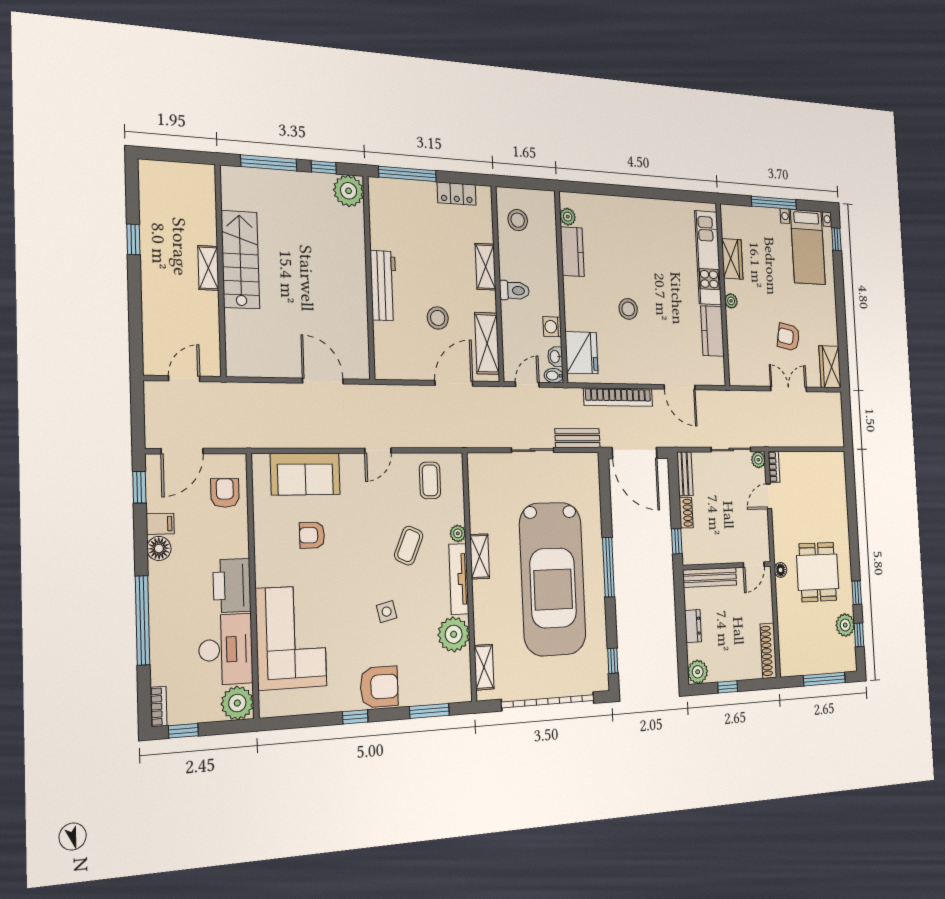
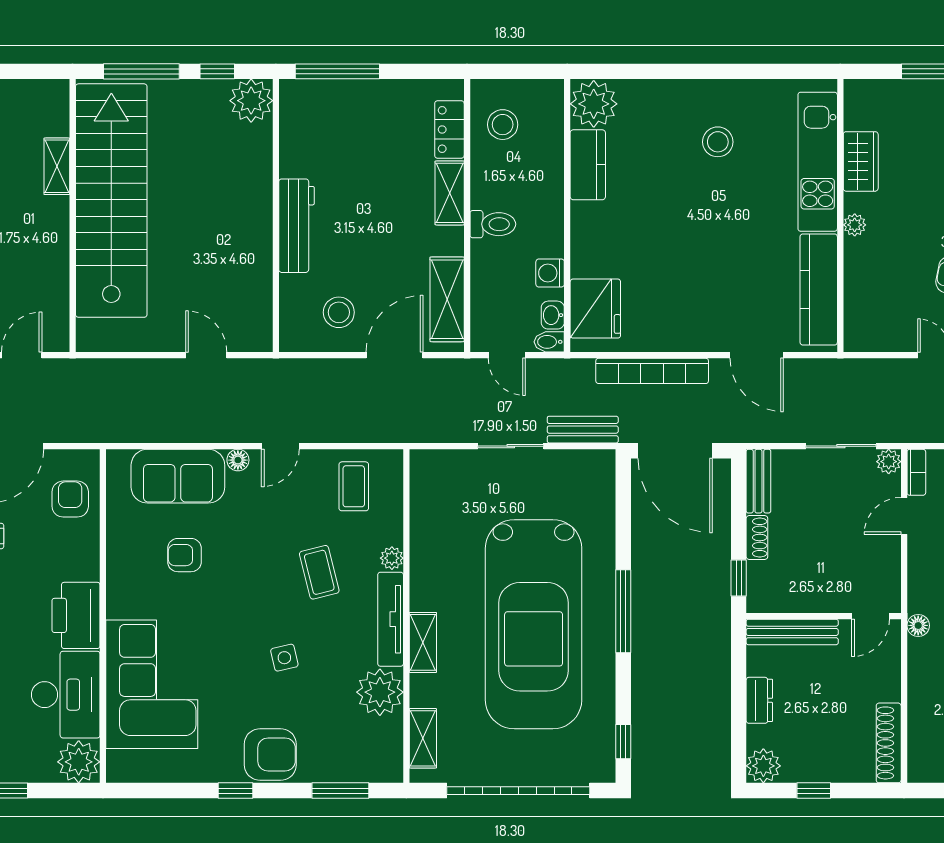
locker: (457, 194) -> (449, 129), moved, turned 90
plant: (568, 217) -> (594, 104), width x1.88, depth x1.88
stairs: (240, 260) -> (111, 201), width x1.86, depth x1.51
shelving: (208, 268) -> (57, 166), moved
stool: (628, 309) -> (718, 142), moved
stool: (438, 318) -> (339, 312), moved
kitchen counter: (712, 331) -> (819, 289), width x1.50
door: (323, 381) -> (206, 355), width x0.73
door: (527, 385) -> (507, 355), swing flipped
floor lamp: (348, 461) -> (238, 460), added
coffee table: (409, 546) -> (319, 572), turned -38
shelving: (480, 556) -> (423, 642), moved

